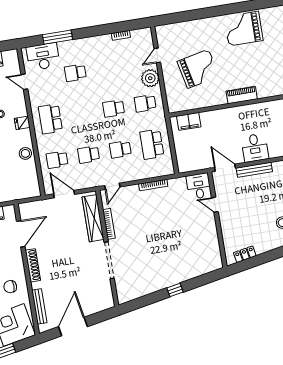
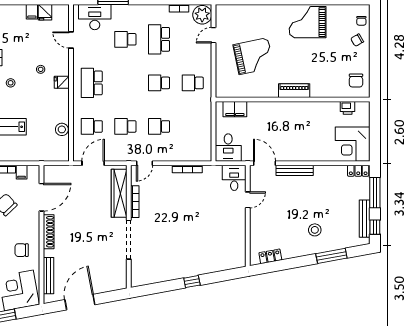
plant: (150, 78) -> (202, 15), moved
school desk: (152, 144) -> (159, 39), moved
desk: (255, 148) -> (228, 148), moved
stool: (25, 153) -> (62, 129), moved
door: (64, 194) -> (93, 163), hinge flipped
door: (215, 205) -> (248, 200), swing flipped

